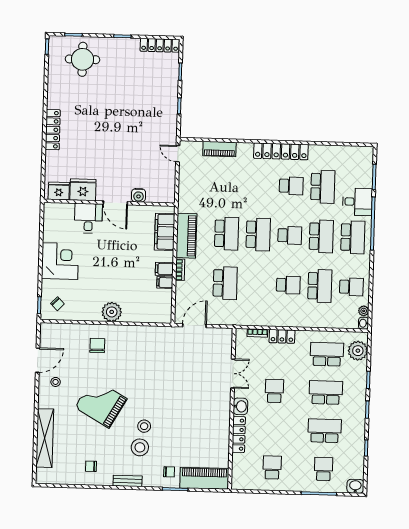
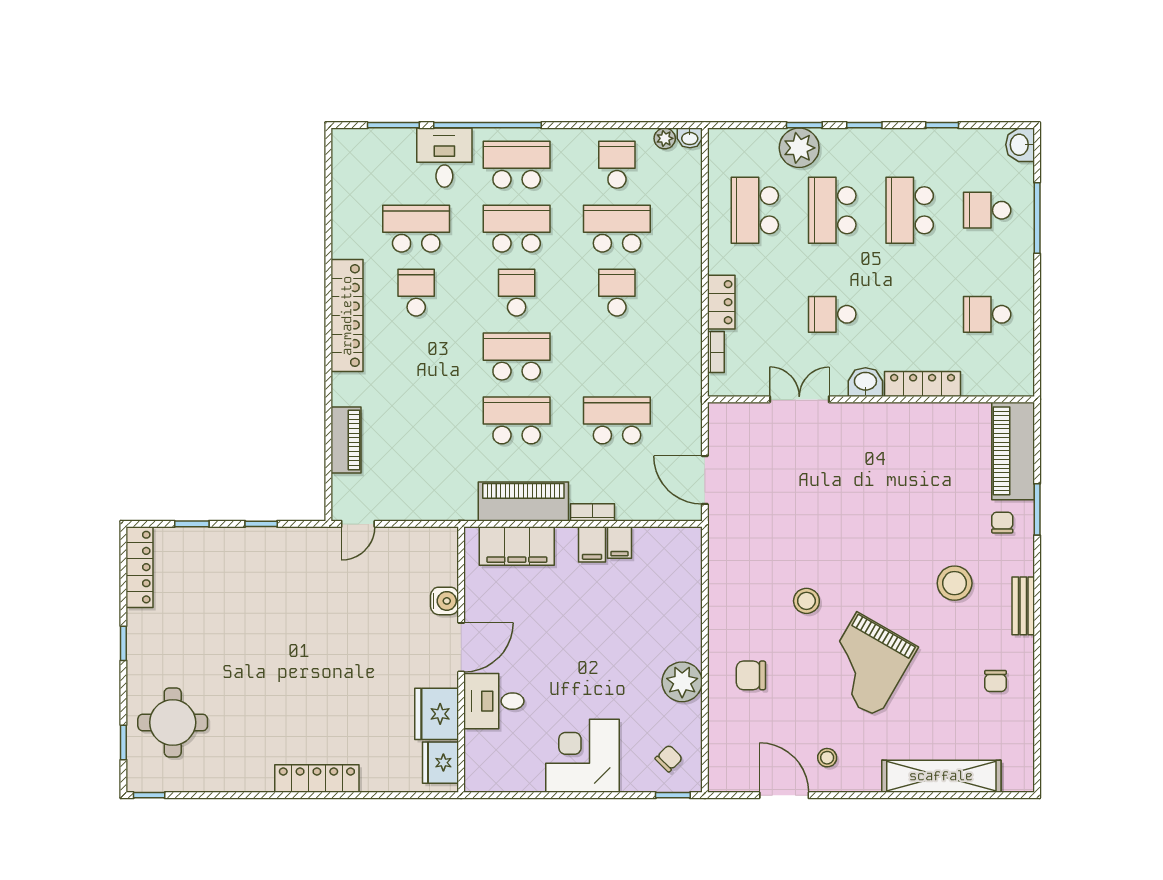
plant: (112, 312) -> (682, 682), moved
plant: (358, 351) -> (799, 148), moved
stool: (144, 426) -> (806, 601), moved

